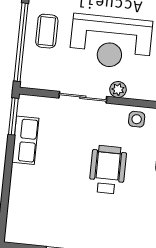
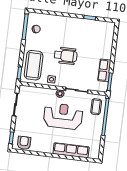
coffee table: (47, 31) -> (96, 107), moved
wheelchair: (108, 170) -> (66, 56), turned -90

